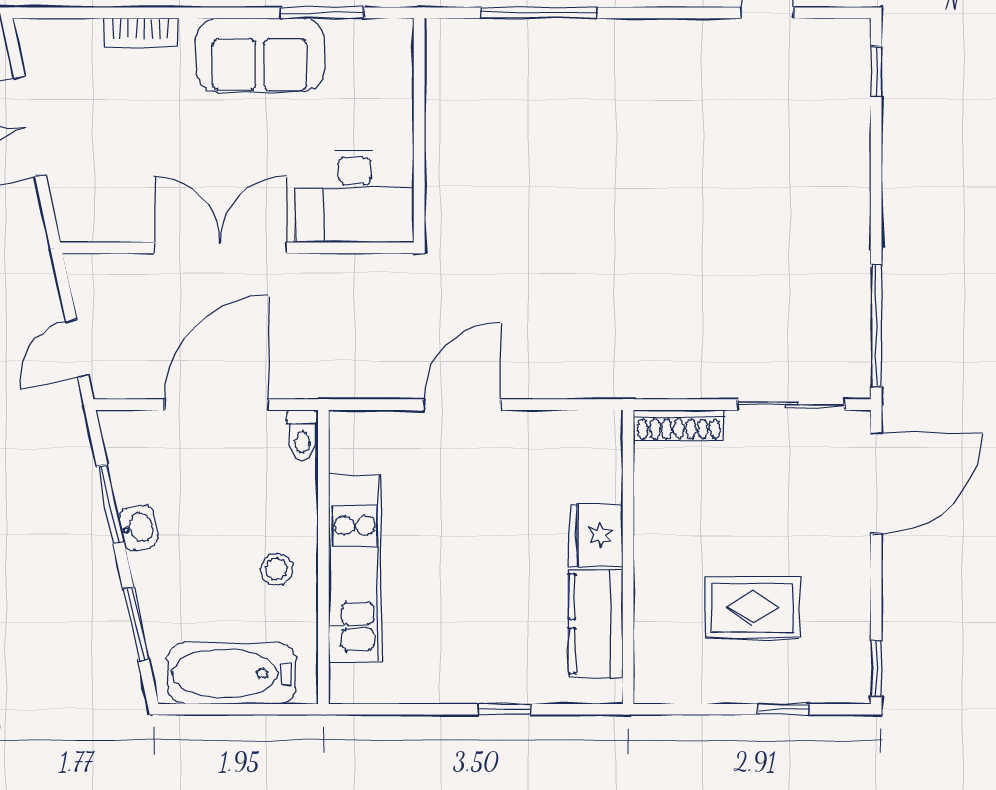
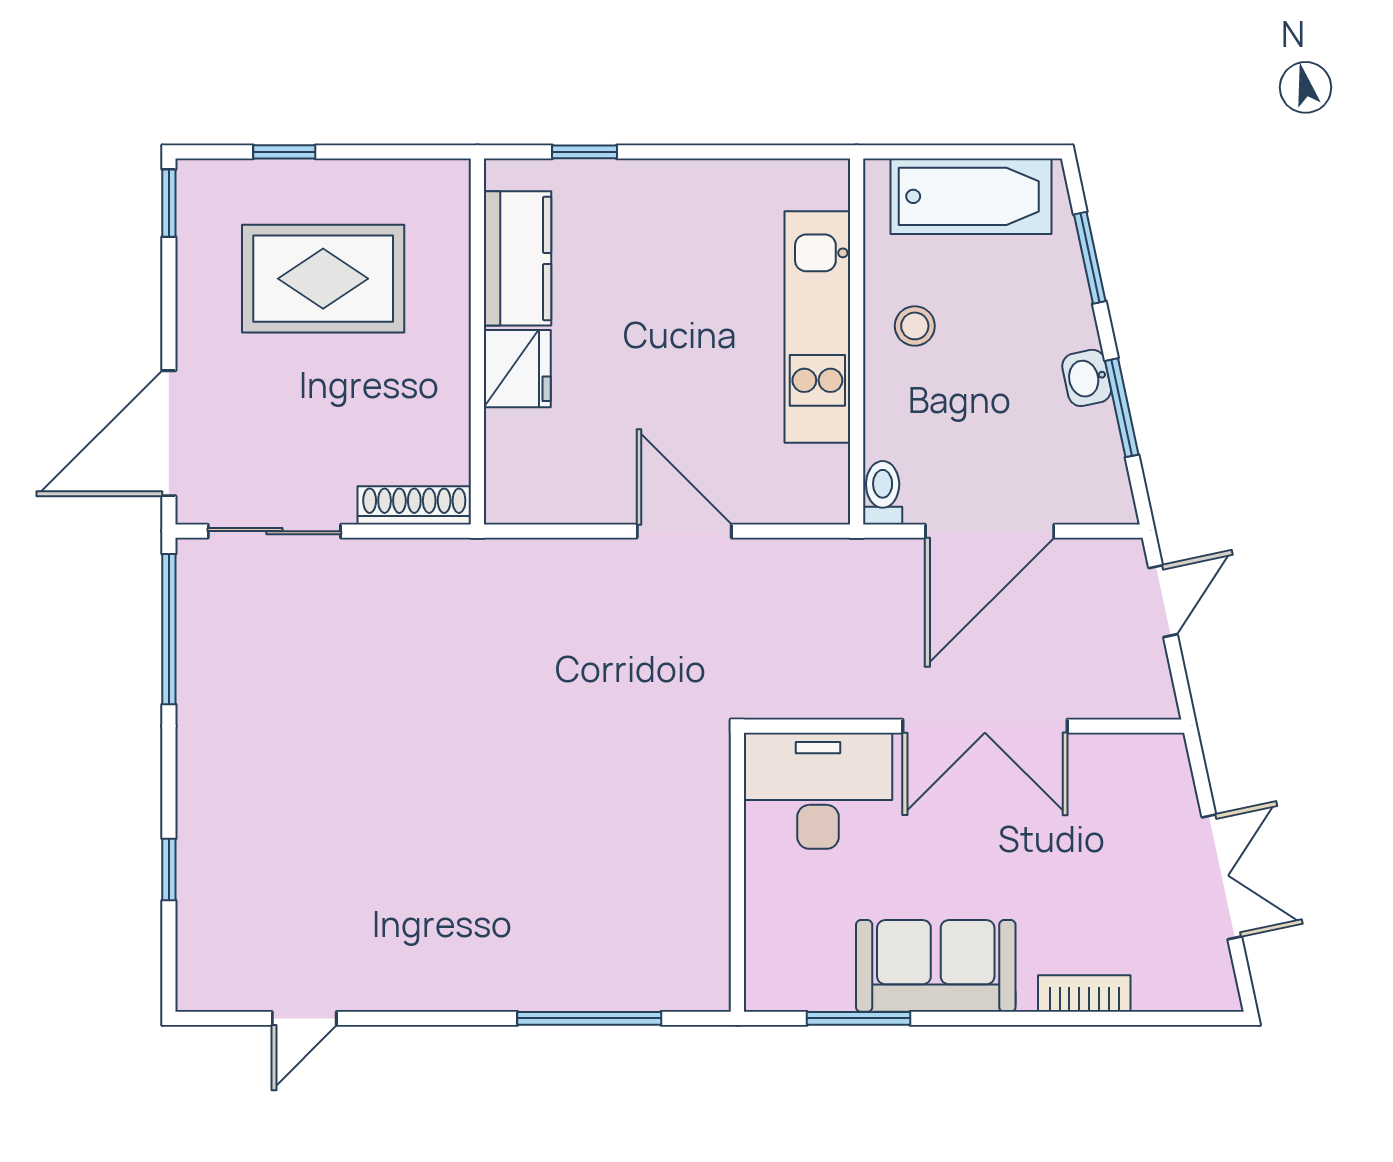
window: (876, 71) -> (169, 869), moved
door: (462, 405) -> (684, 531), swing flipped
rug: (752, 607) -> (323, 279), width x1.36, depth x1.43
window: (504, 709) -> (584, 152), moved

